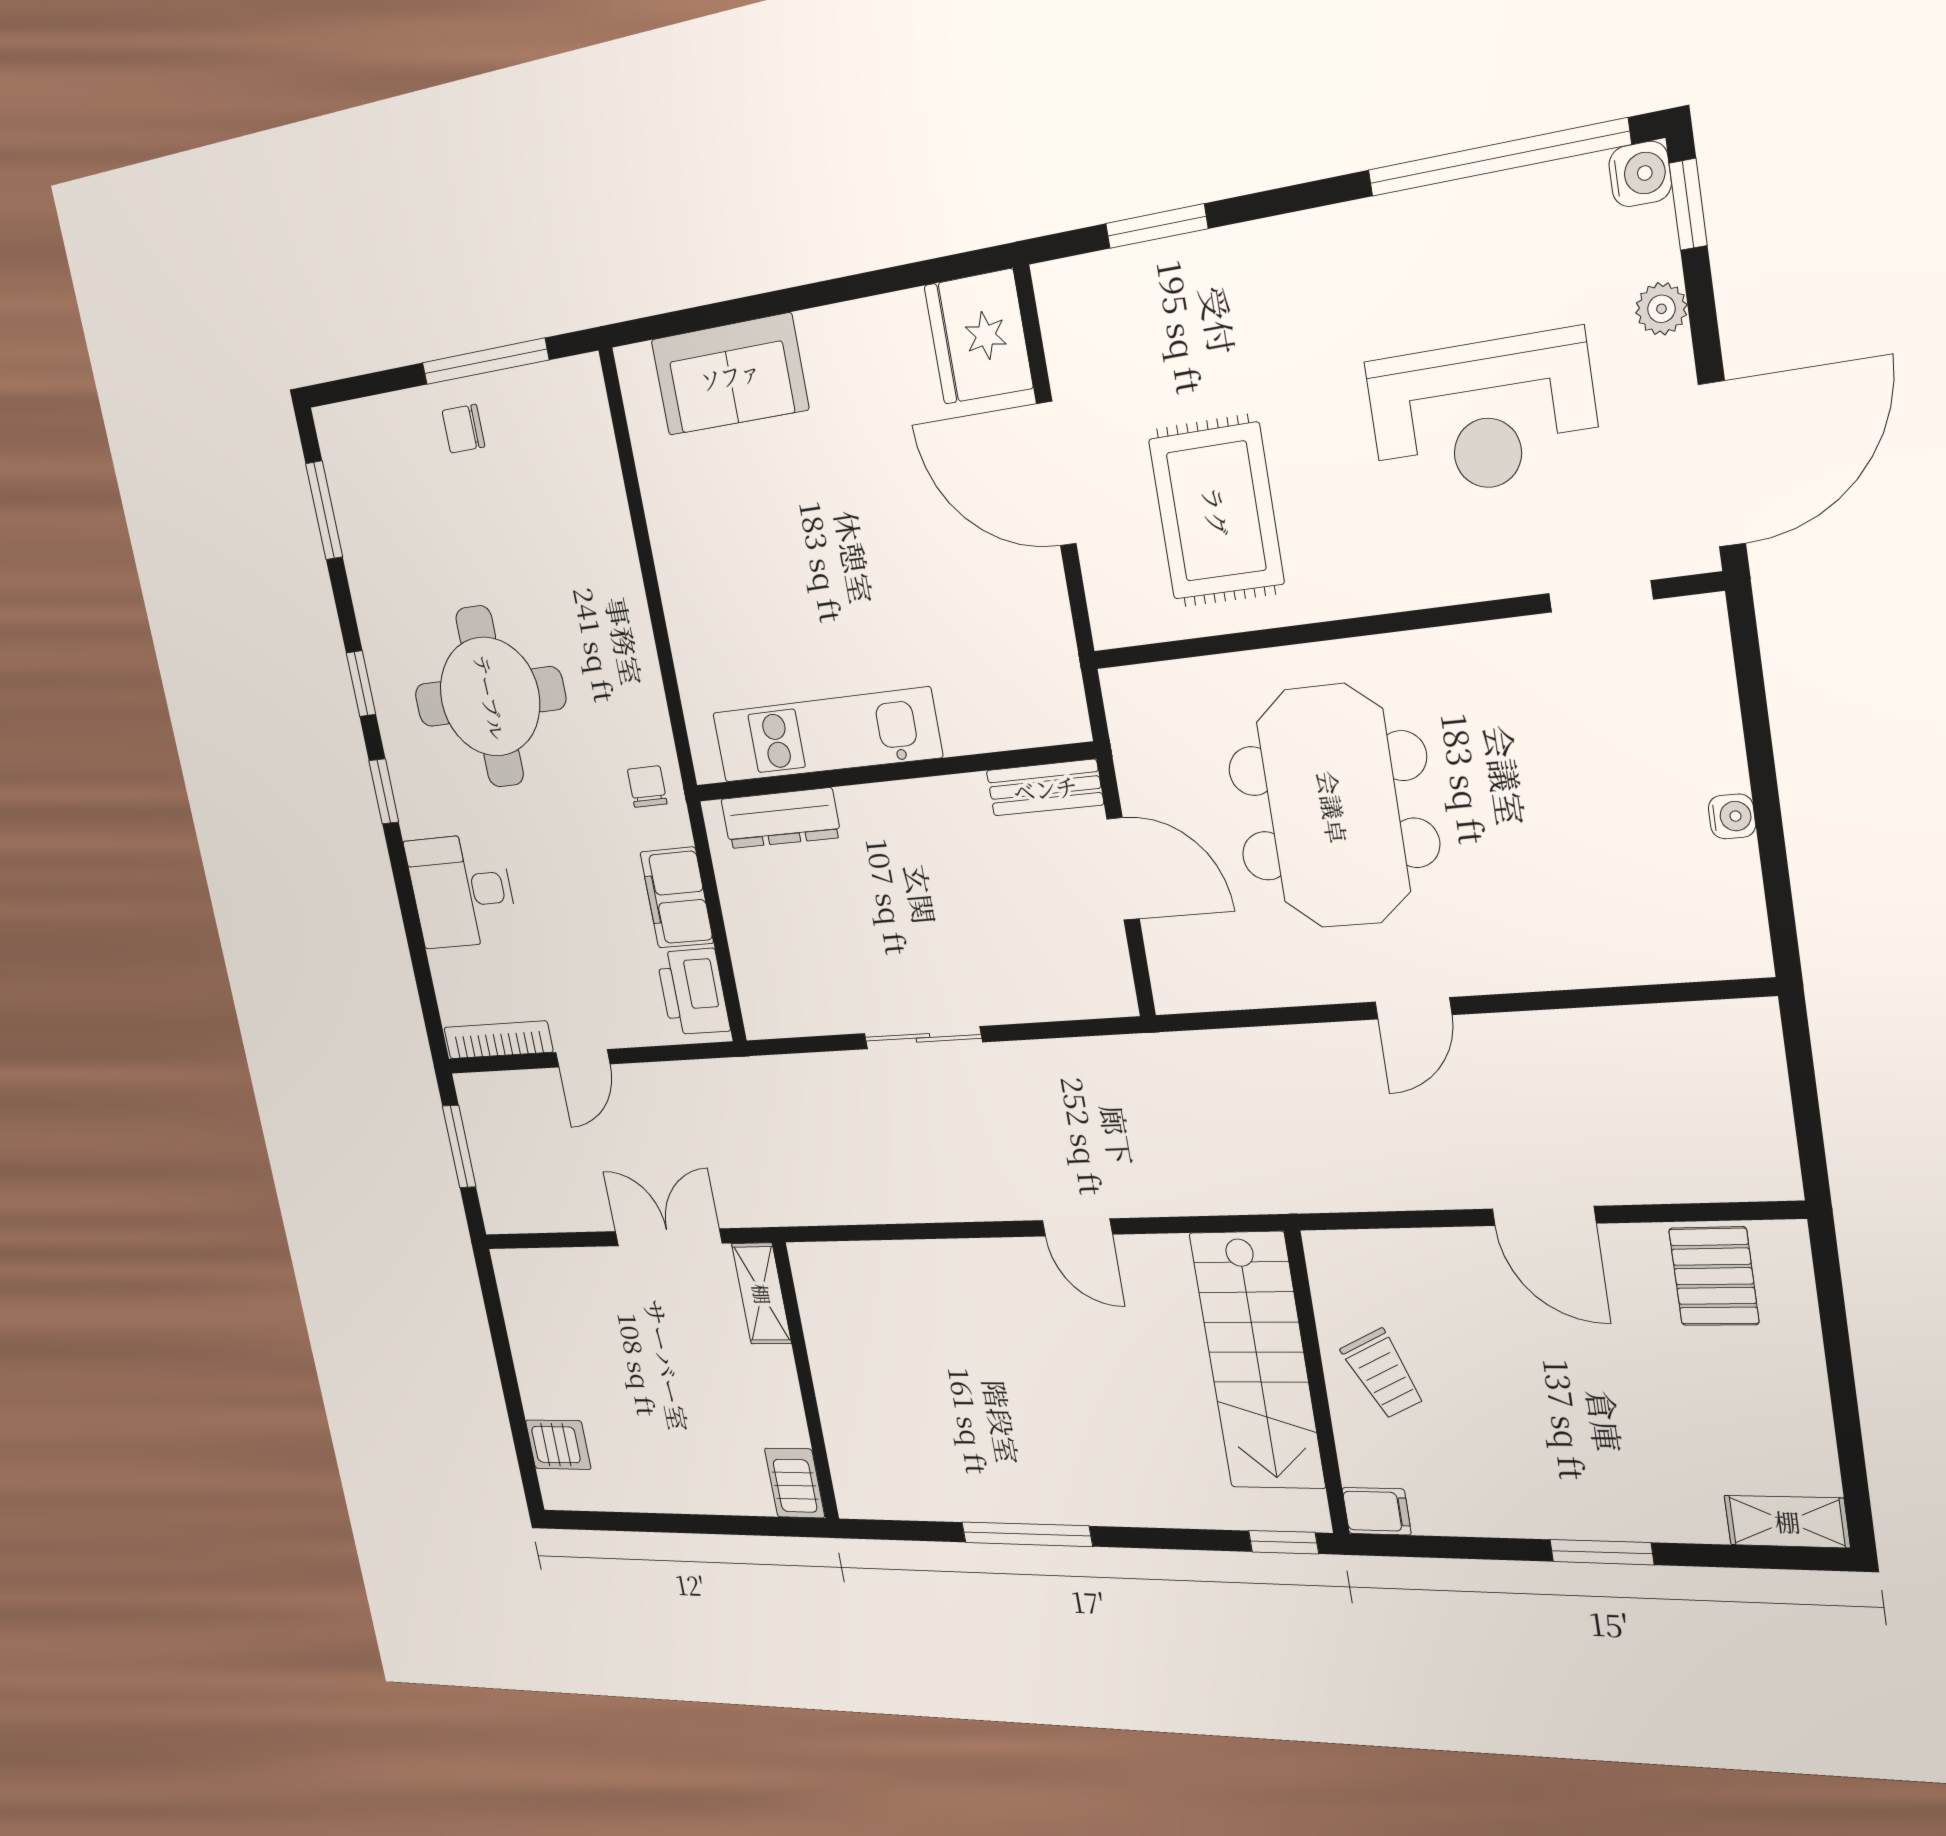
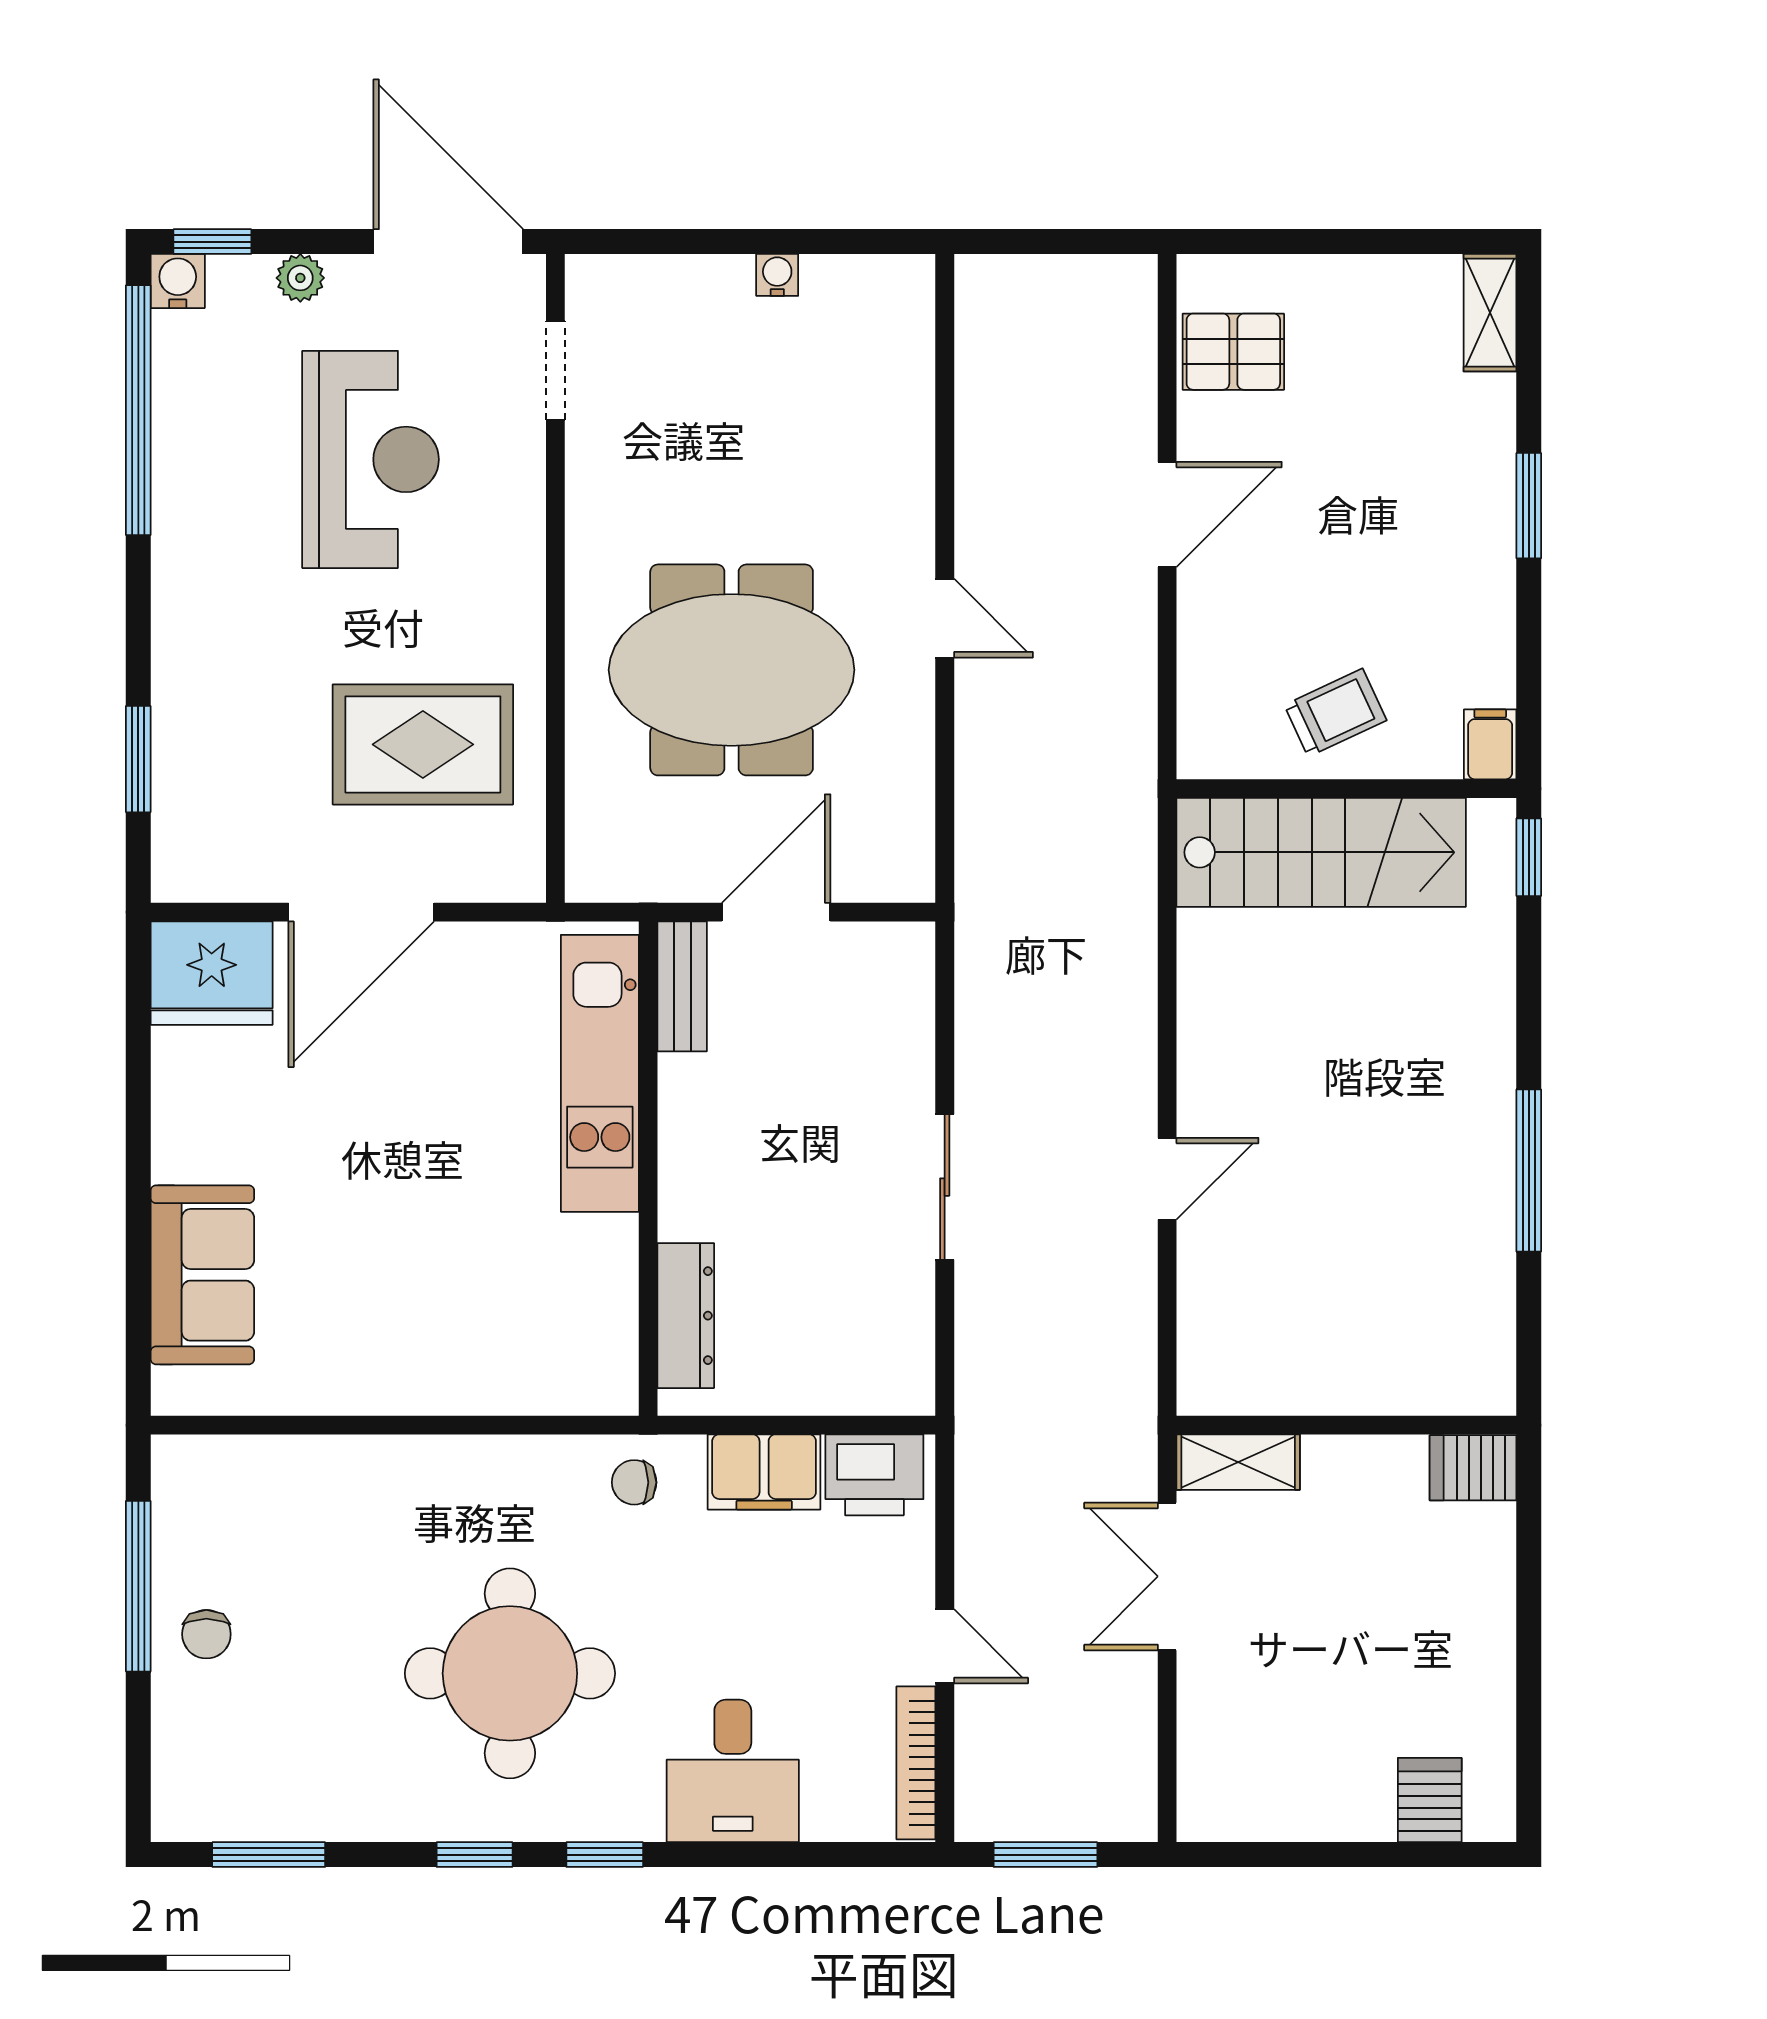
kitchen unit: (826, 735) -> (600, 1073), moved
door: (1077, 1227) -> (1167, 1179), moved

